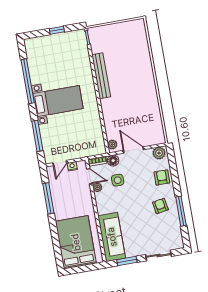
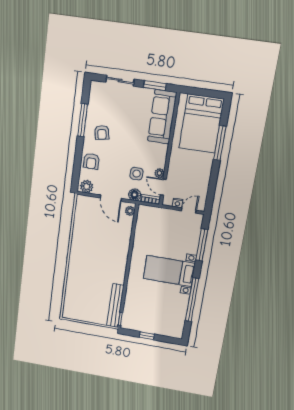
bench: (101, 76) -> (115, 306), moved
window: (48, 198) -> (220, 143), moved

